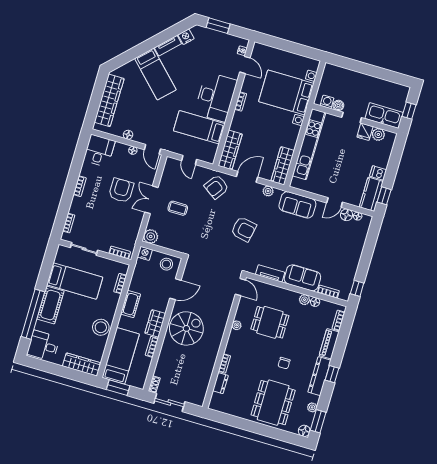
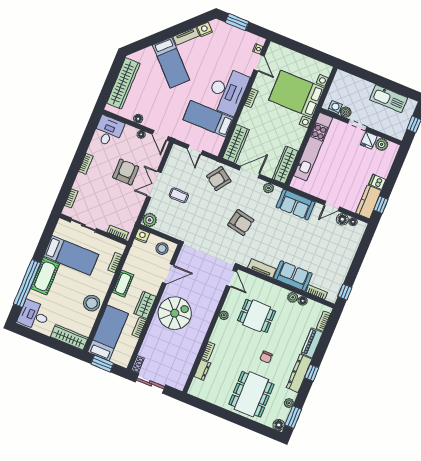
kitchen sink: (384, 116) -> (389, 99), moved, turned 180

